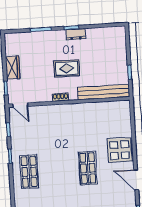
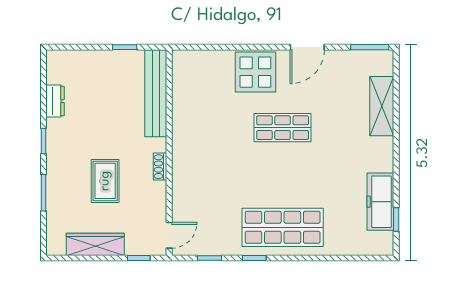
dresser: (76, 34) -> (55, 101), moved
wardrobe: (13, 68) -> (95, 244), width x1.50
rug: (67, 68) -> (105, 181), moved
shop shelf: (29, 172) -> (283, 227), width x1.43, depth x1.36

